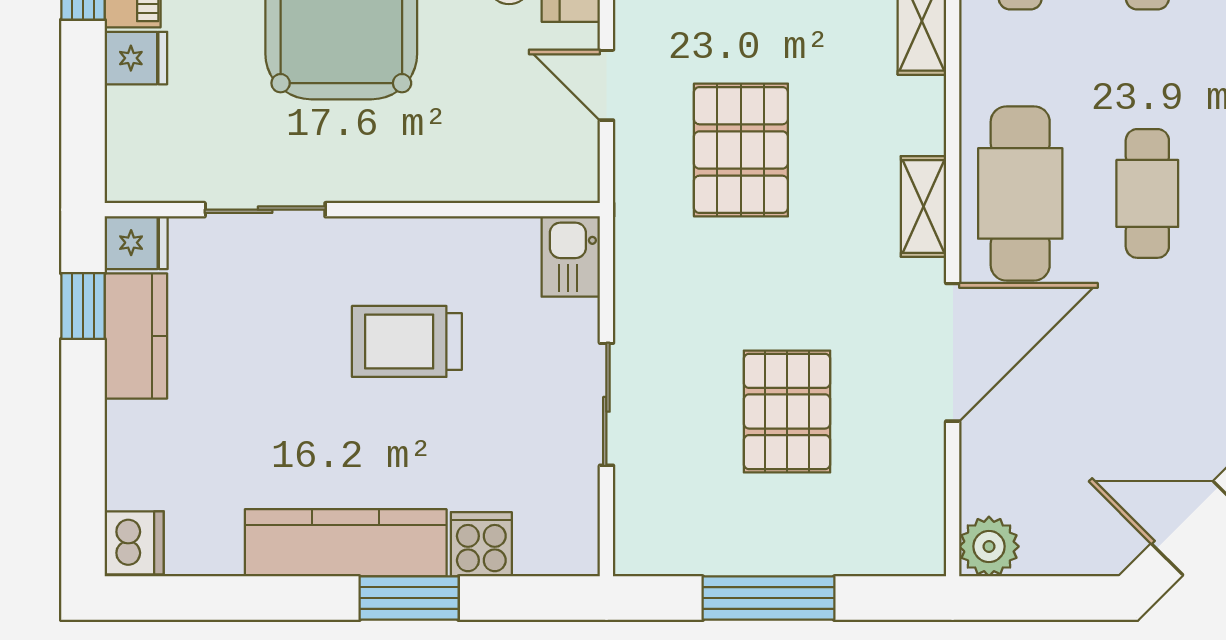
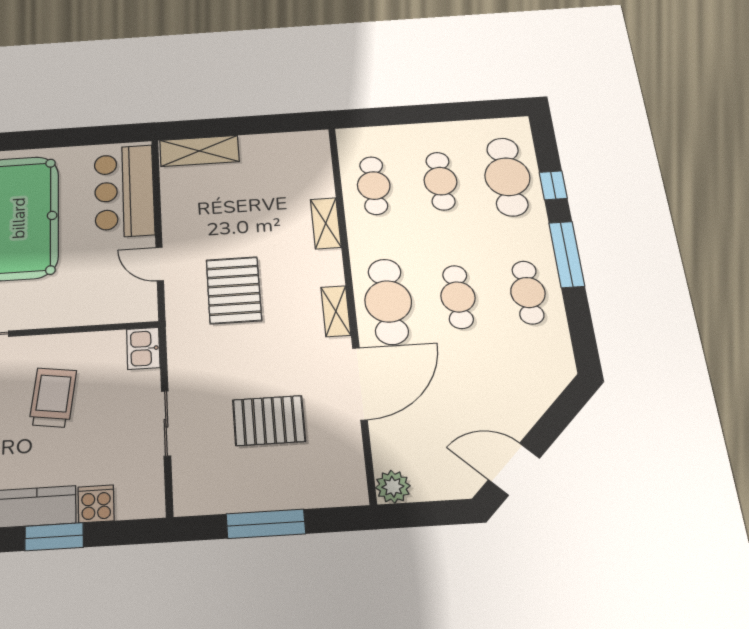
trolley: (407, 341) -> (53, 397), turned 98
pallet: (787, 411) -> (269, 421), turned 90

